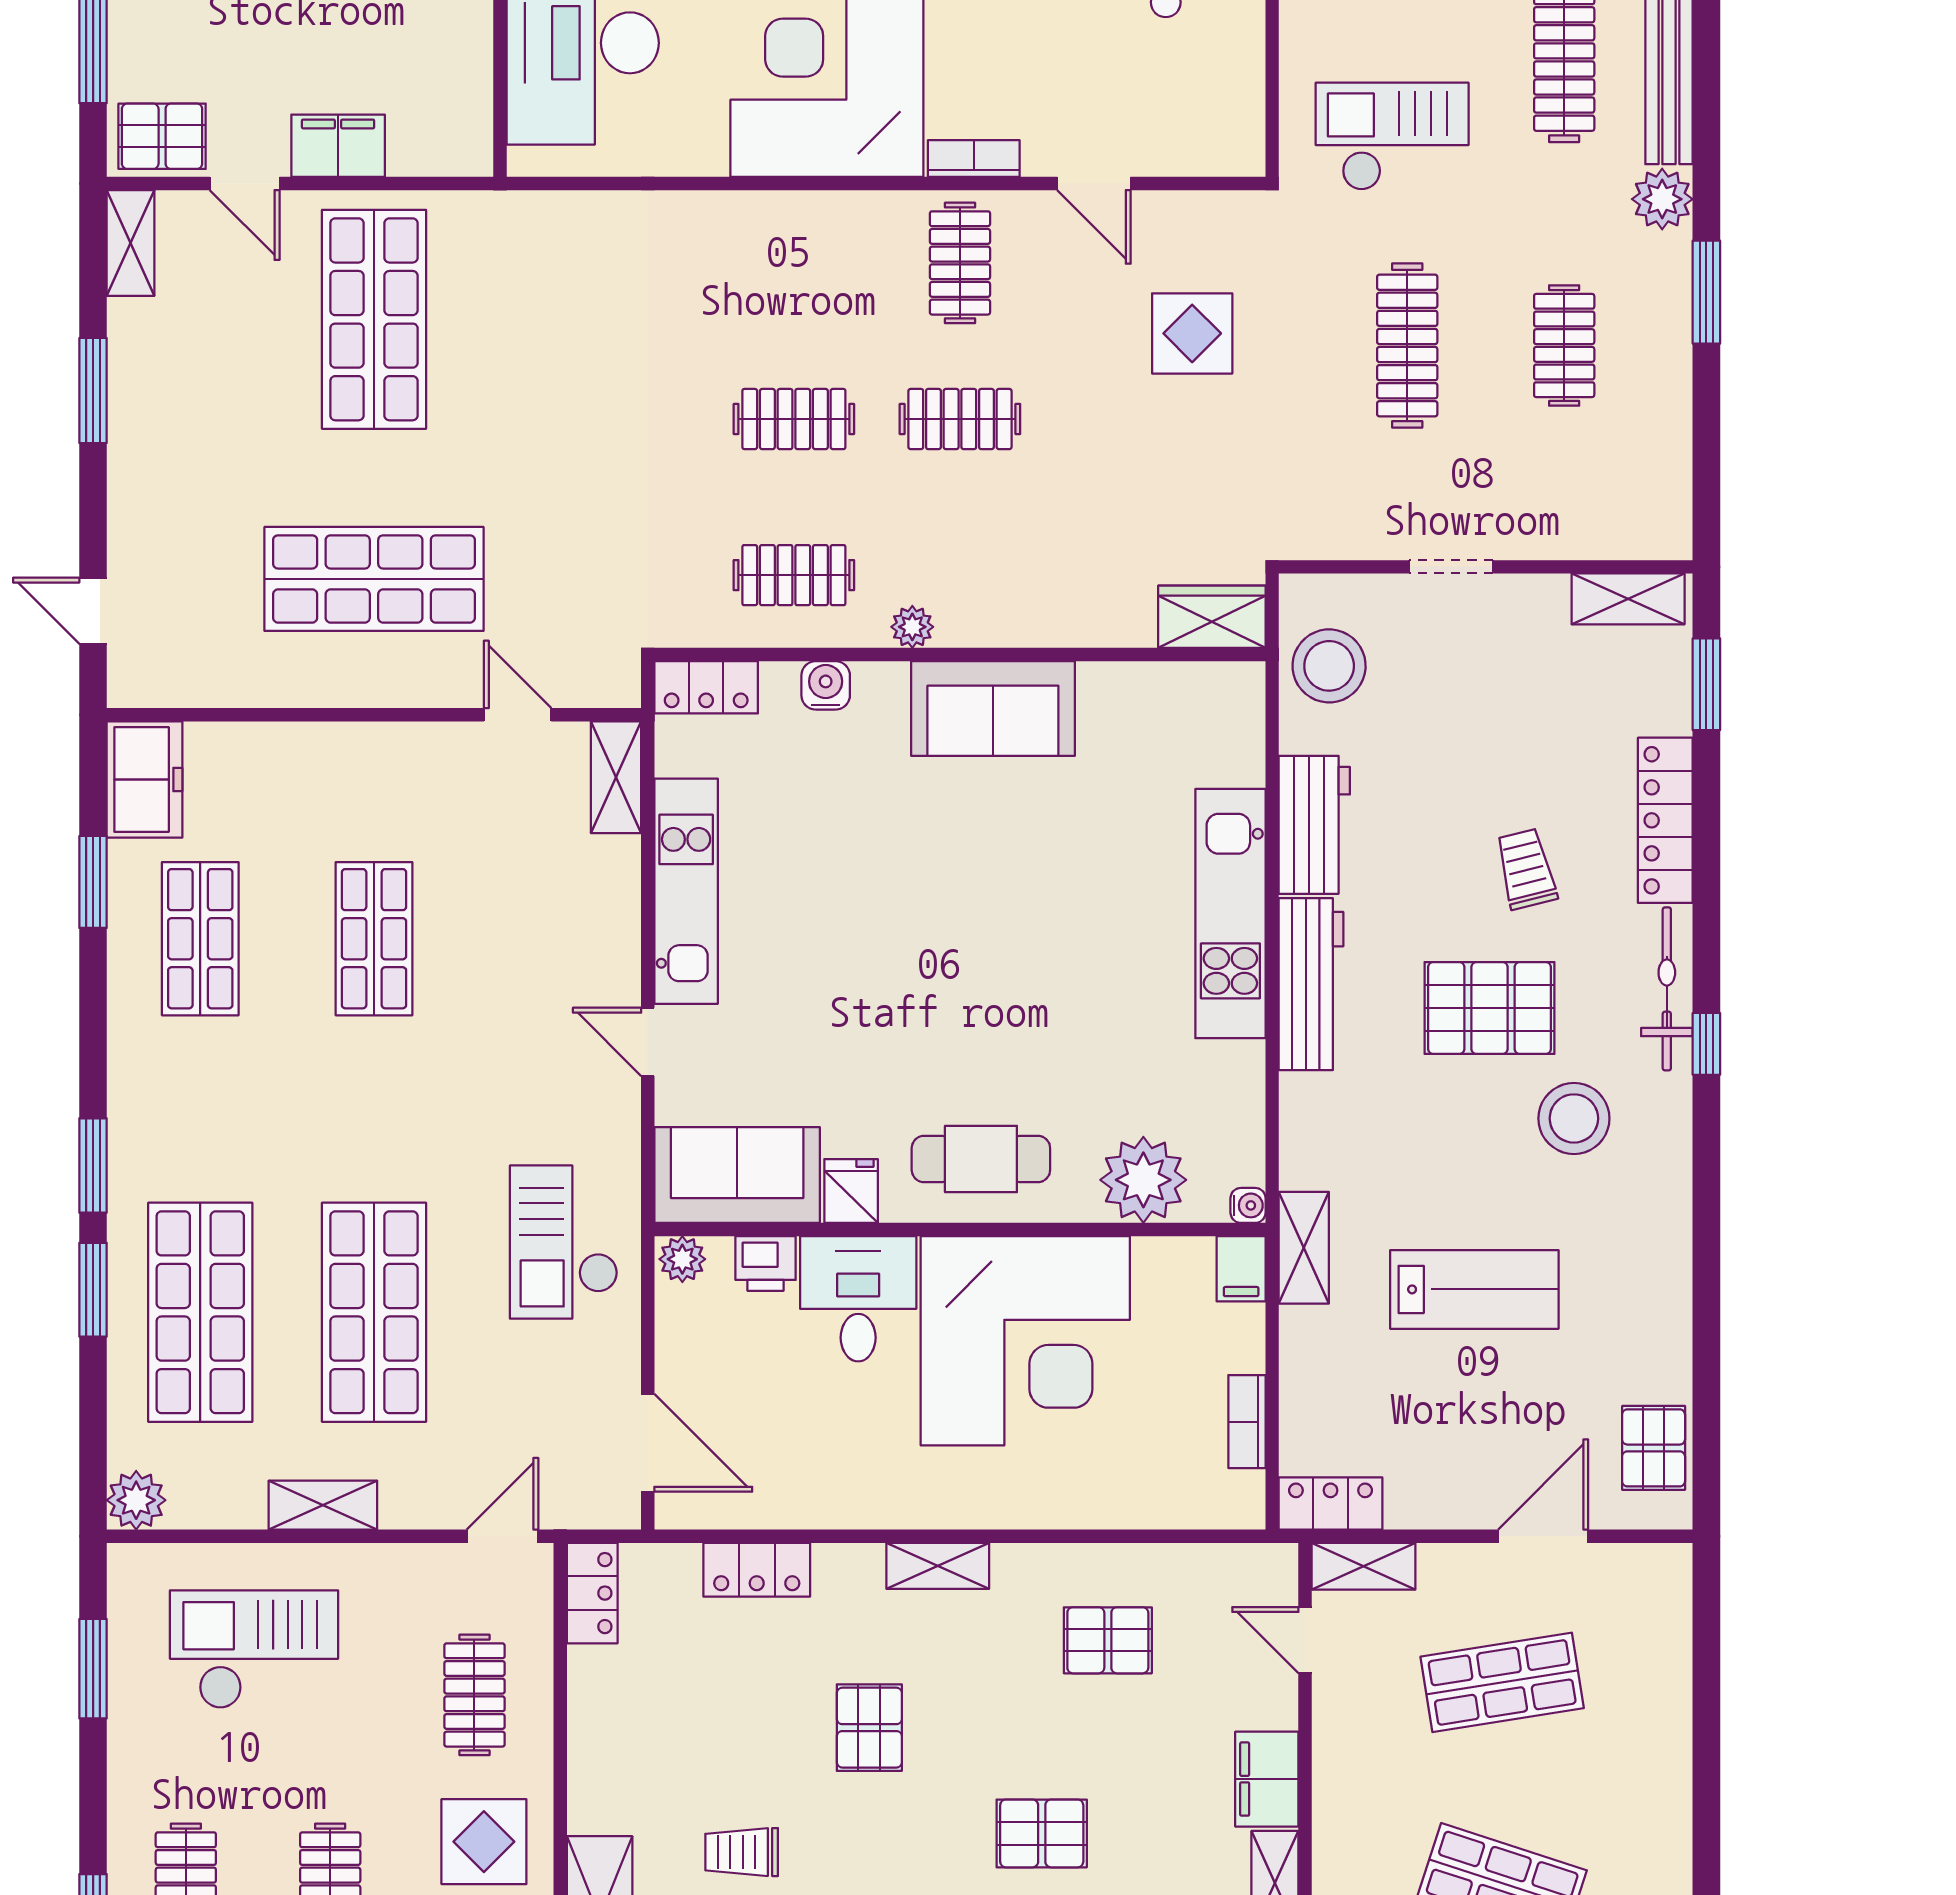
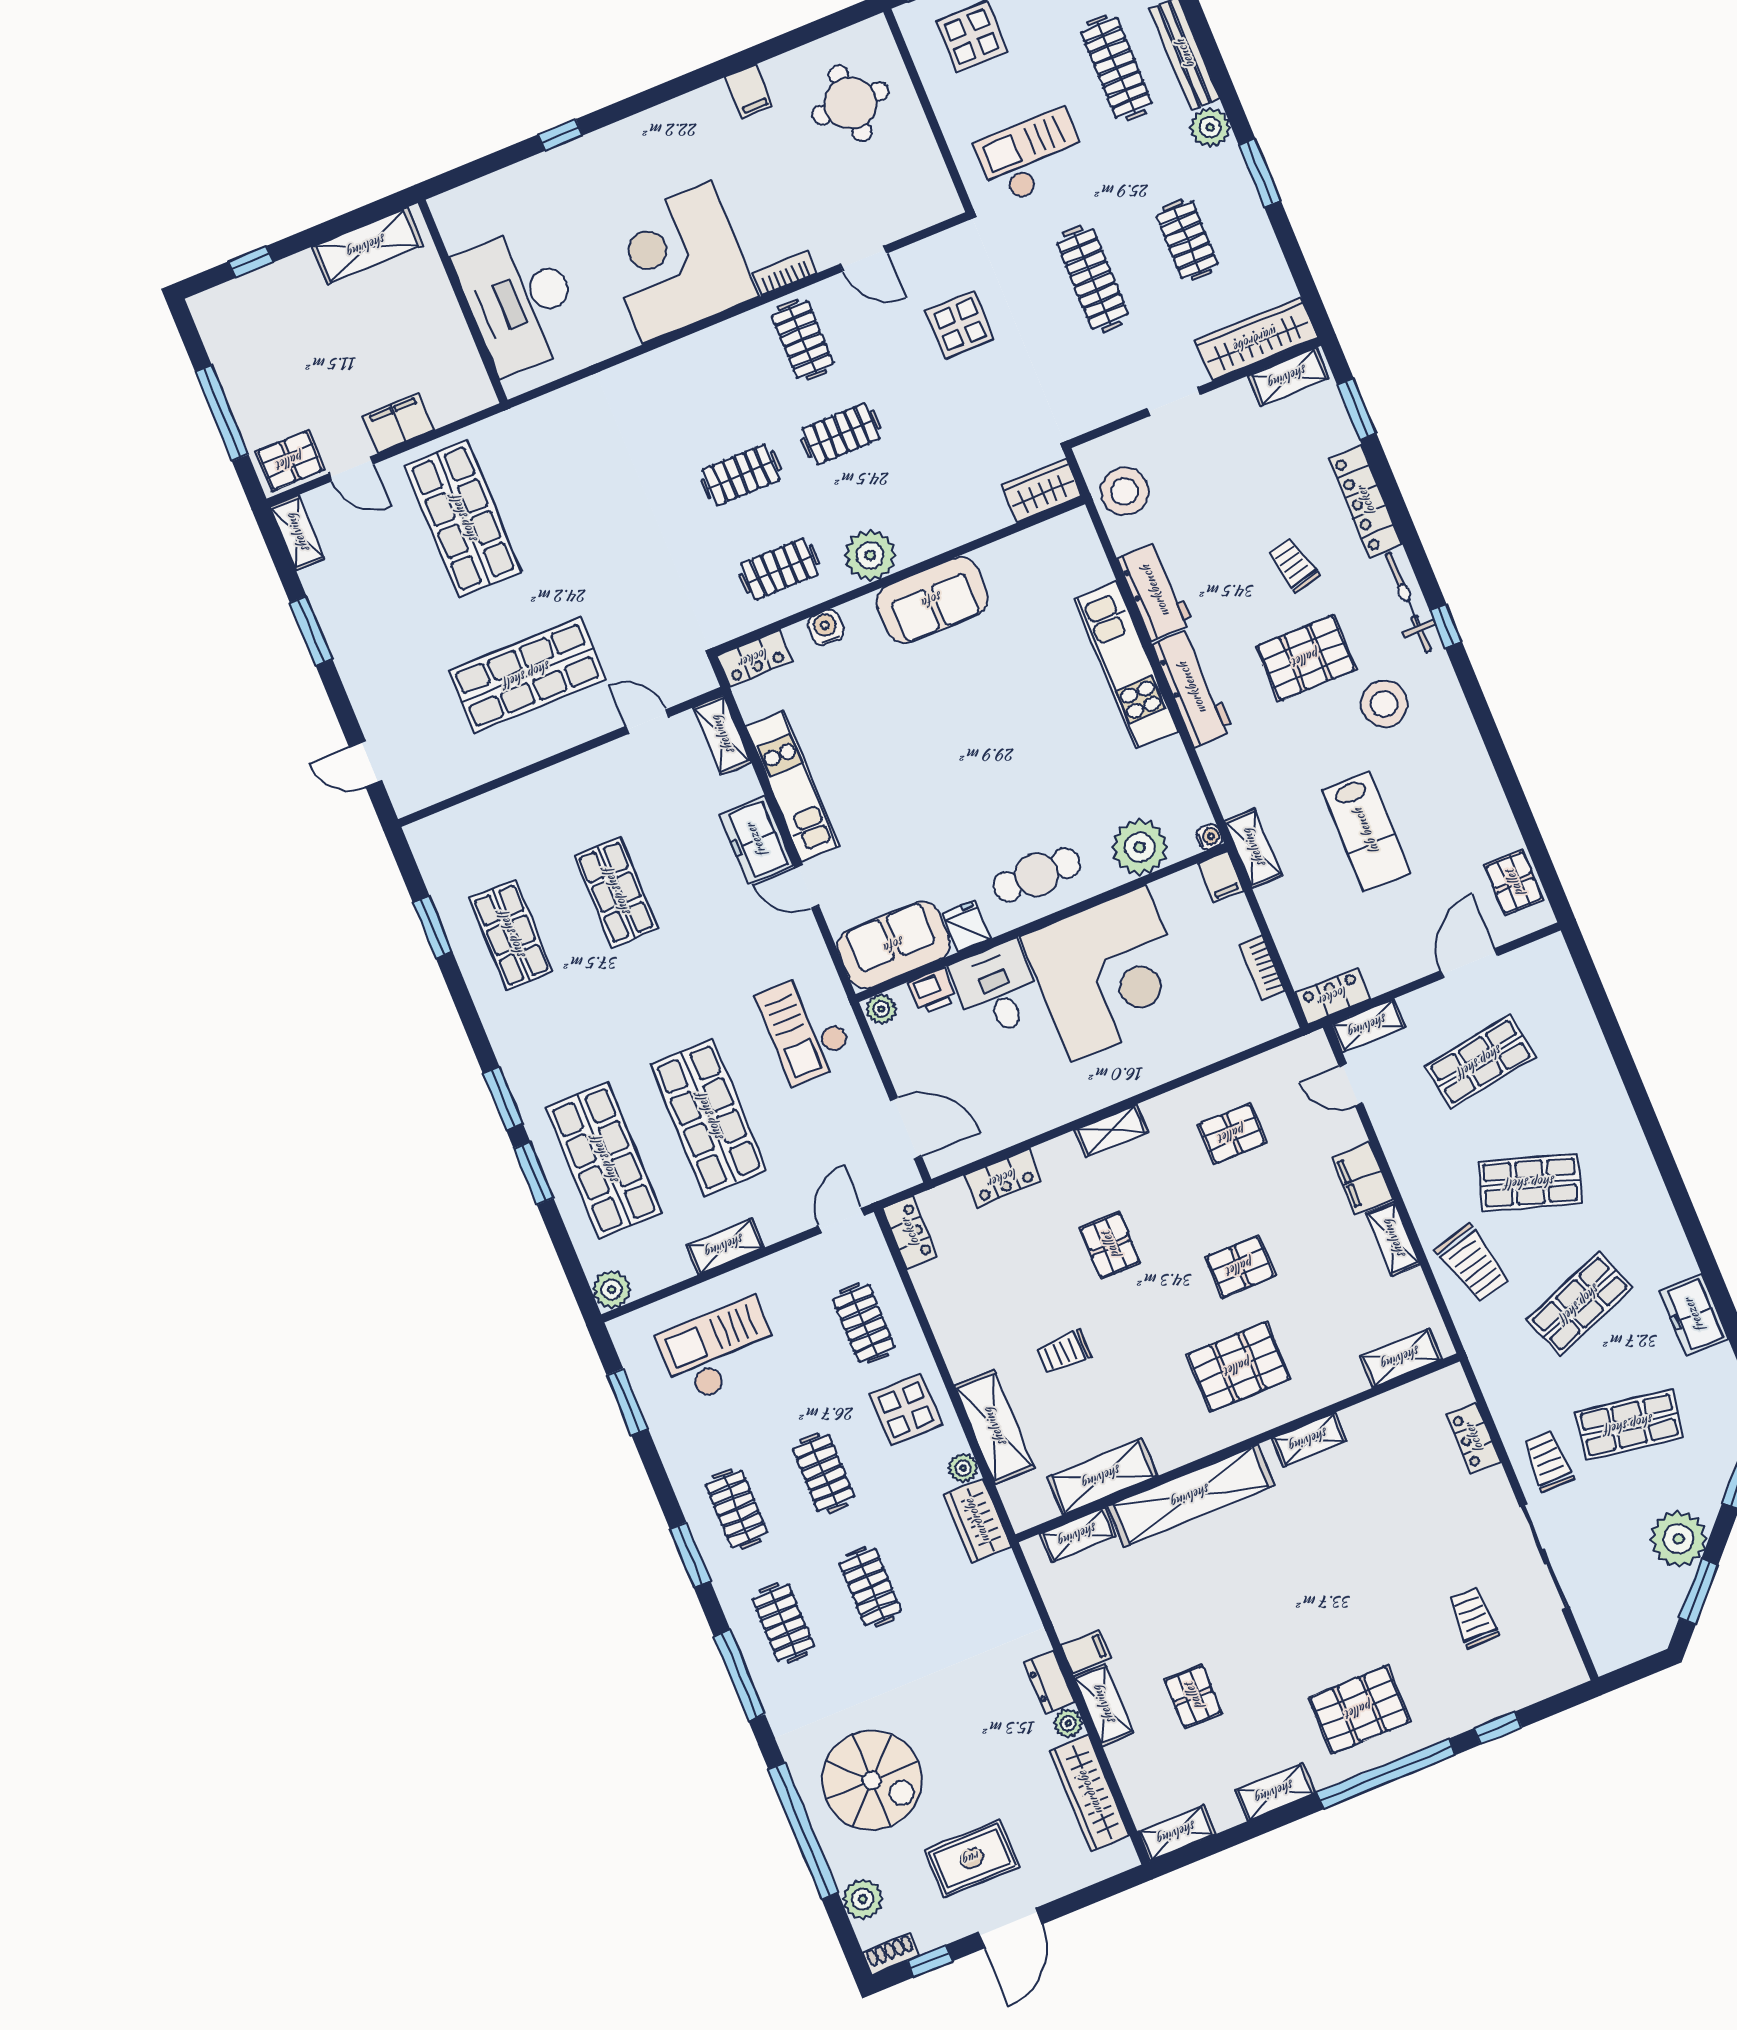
wardrobe: (1605, 526) -> (1256, 339), added
plant: (912, 627) -> (870, 555), width x1.87, depth x1.87
freezer: (145, 779) -> (756, 840), moved, turned 180
lab bench: (1474, 1289) -> (1366, 831), turned 90

